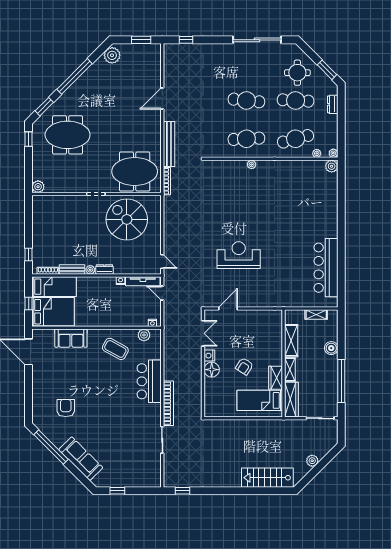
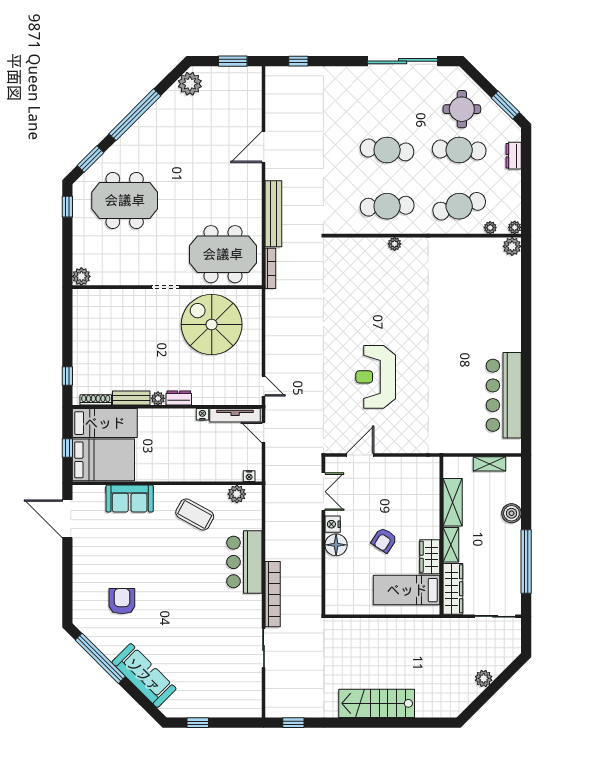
reception desk: (239, 255) -> (376, 377), turned -90
stairs: (267, 478) -> (377, 703), moved

